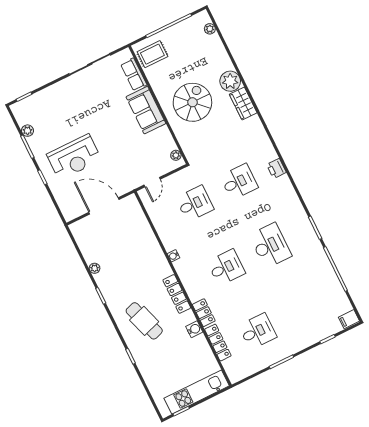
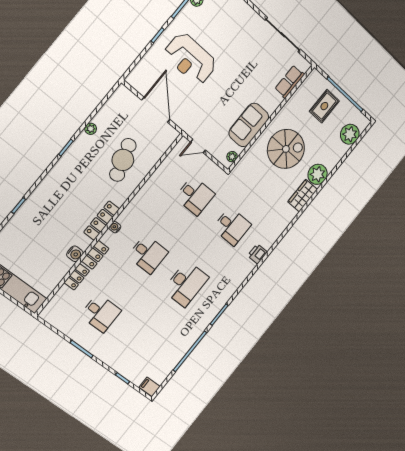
plant: (210, 29) -> (350, 134), width x1.87, depth x1.87
rug: (152, 54) -> (324, 106), moved, turned 90
sofa: (146, 110) -> (249, 125), moved
water cooler: (174, 256) -> (115, 227), moved
cafe table: (144, 321) -> (123, 160), moved
locker: (218, 343) -> (77, 277), width x0.66

